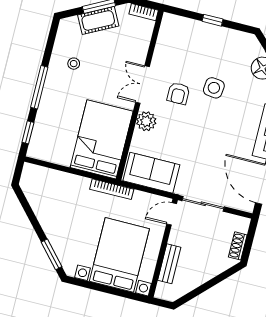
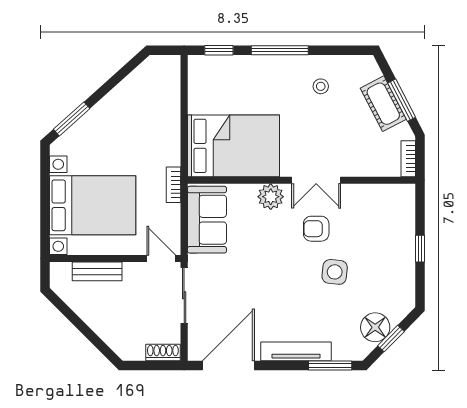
double door: (142, 85) -> (316, 180), swing flipped
bookcase: (112, 189) -> (174, 185), width x0.64
shoe rack: (238, 246) -> (163, 353), moved

